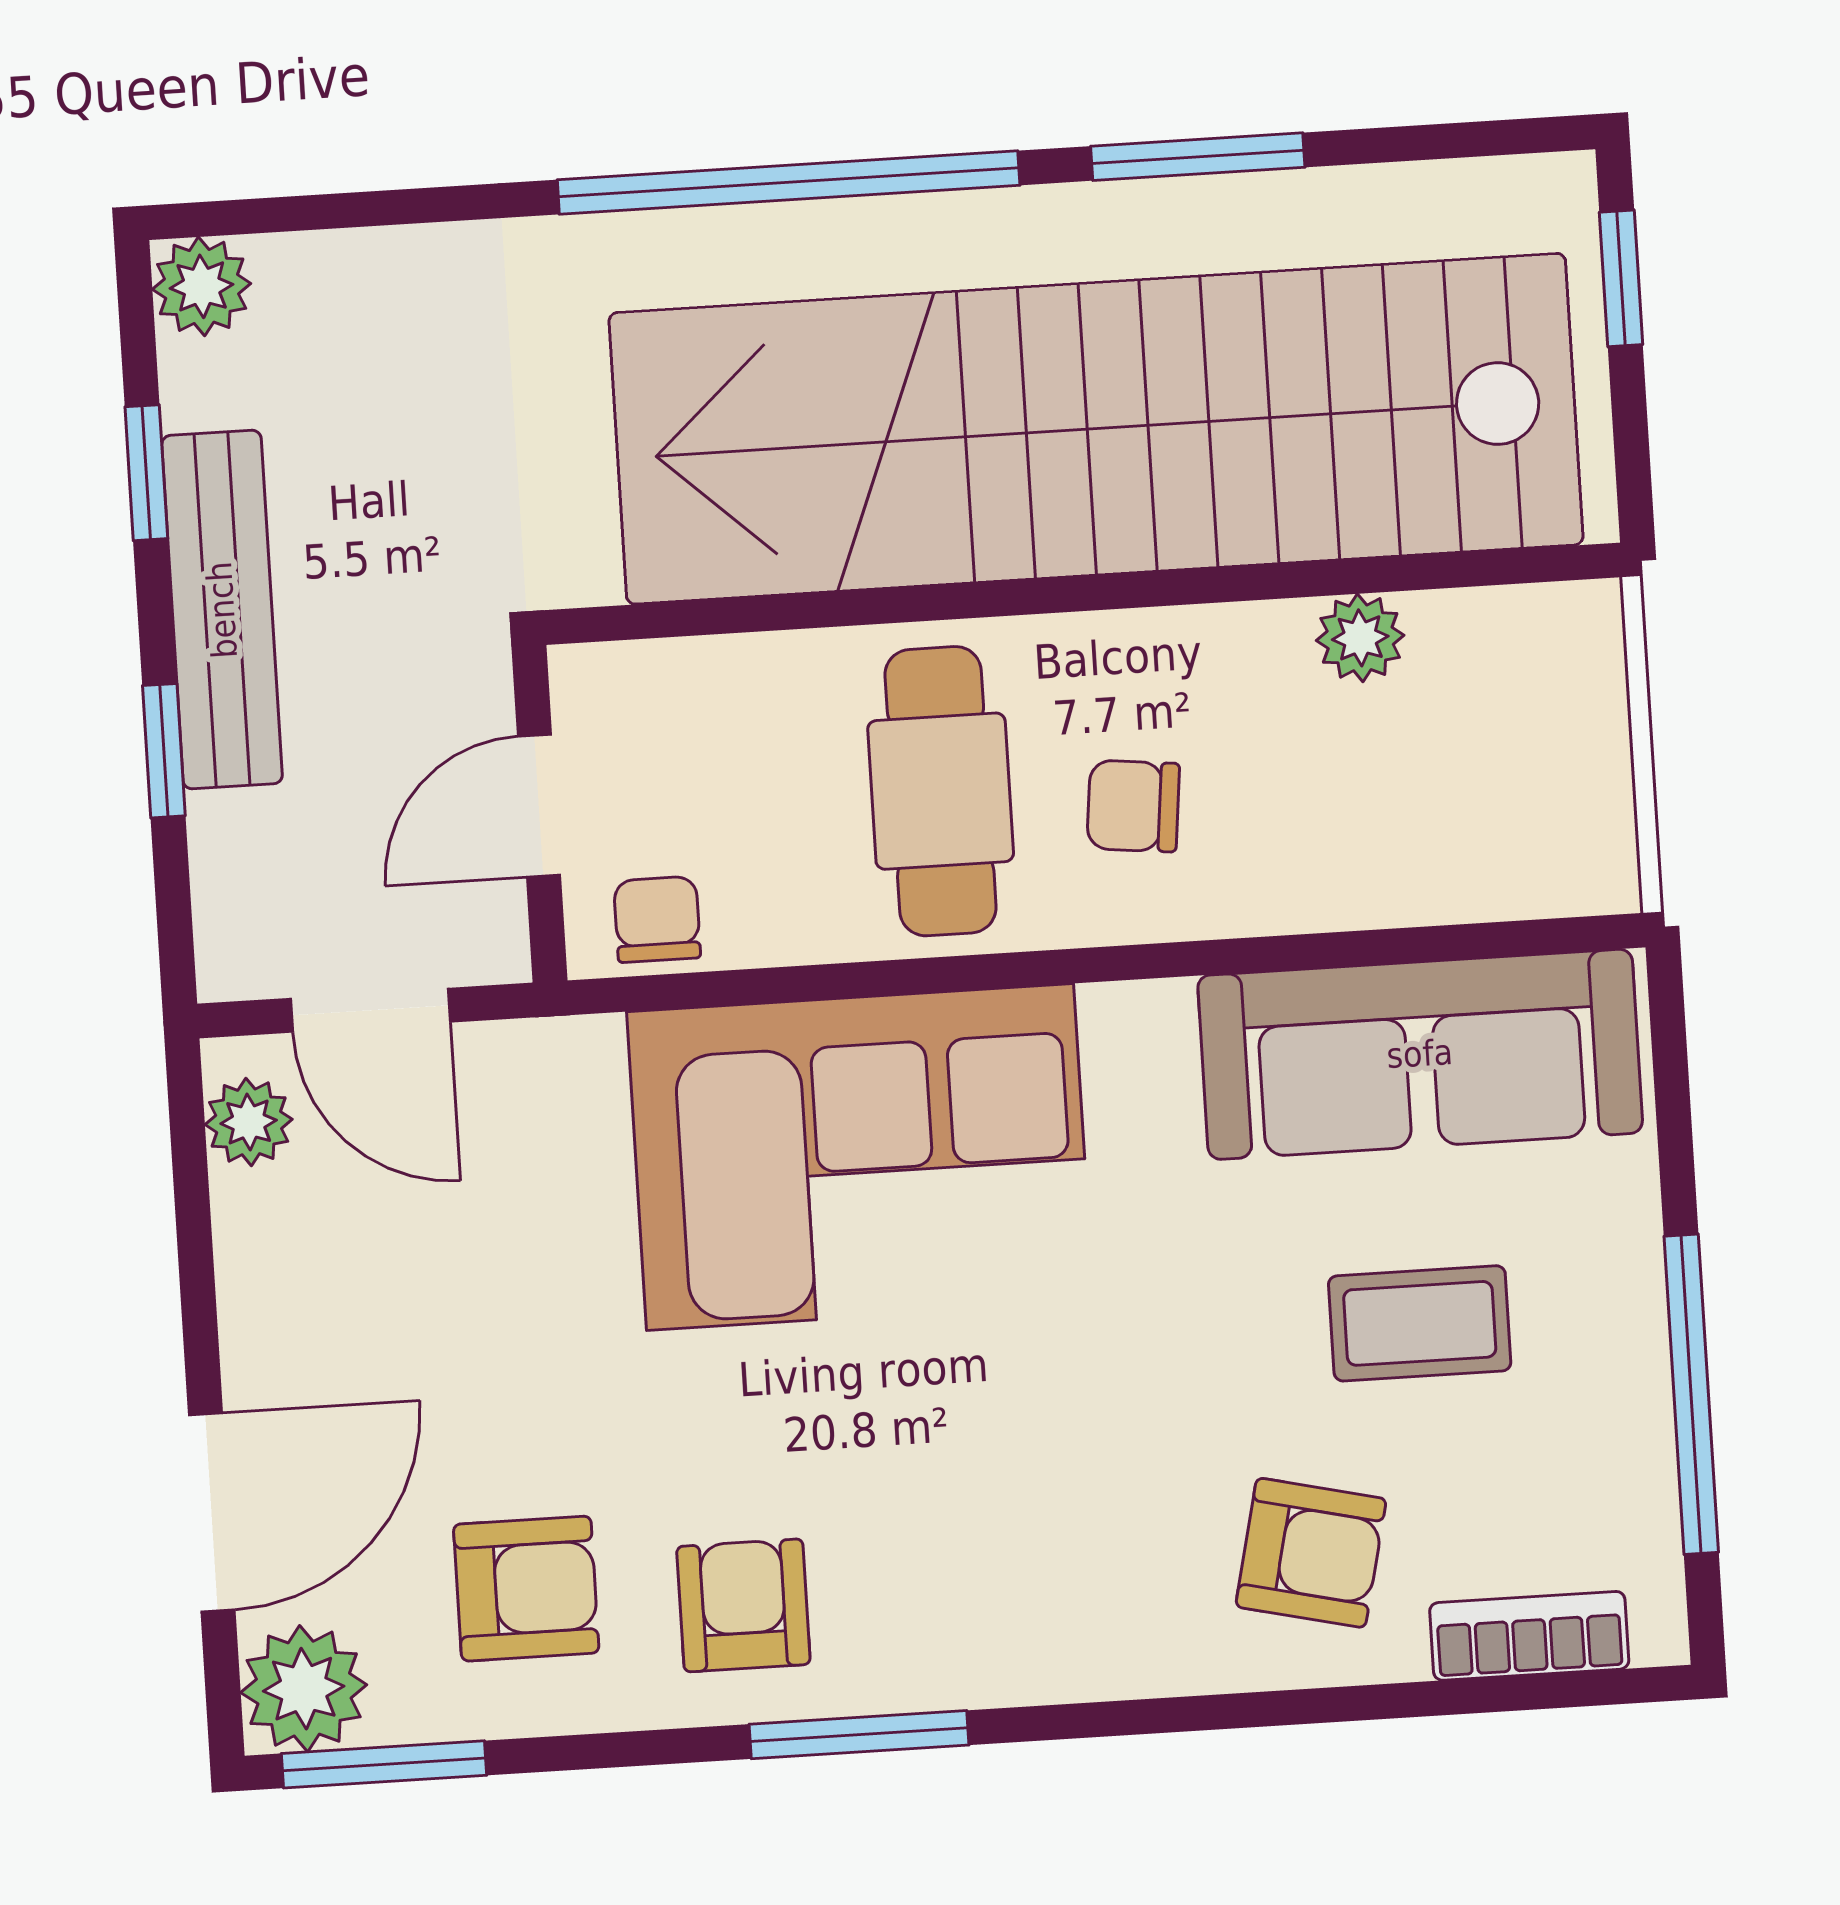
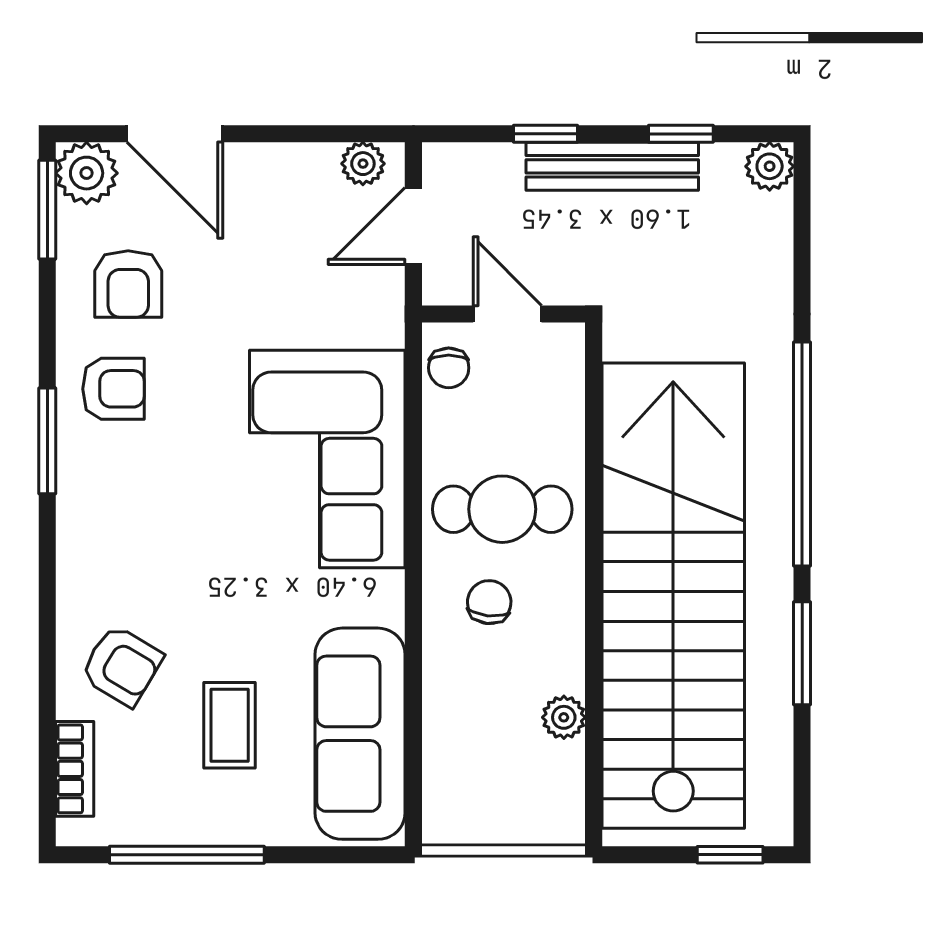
chair: (657, 919) -> (449, 368), turned 90
armchair: (1311, 1553) -> (122, 666), turned -72

